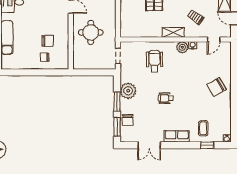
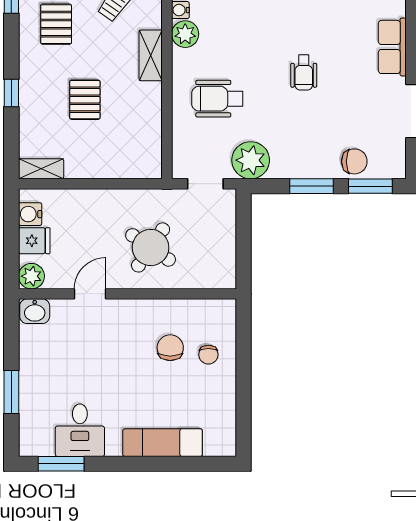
round table: (91, 32) -> (151, 247), turned 34
plant: (128, 91) -> (251, 160), moved

